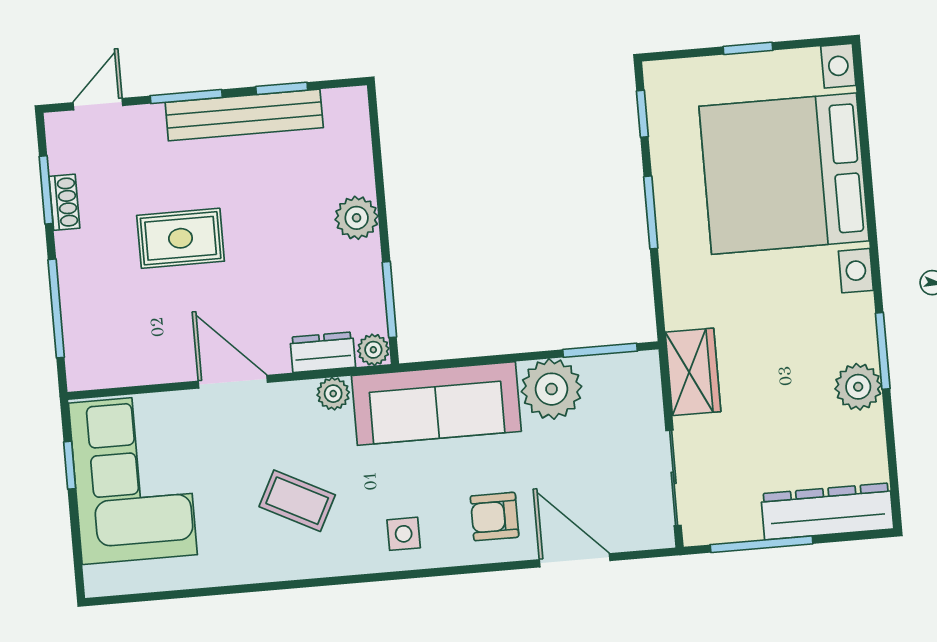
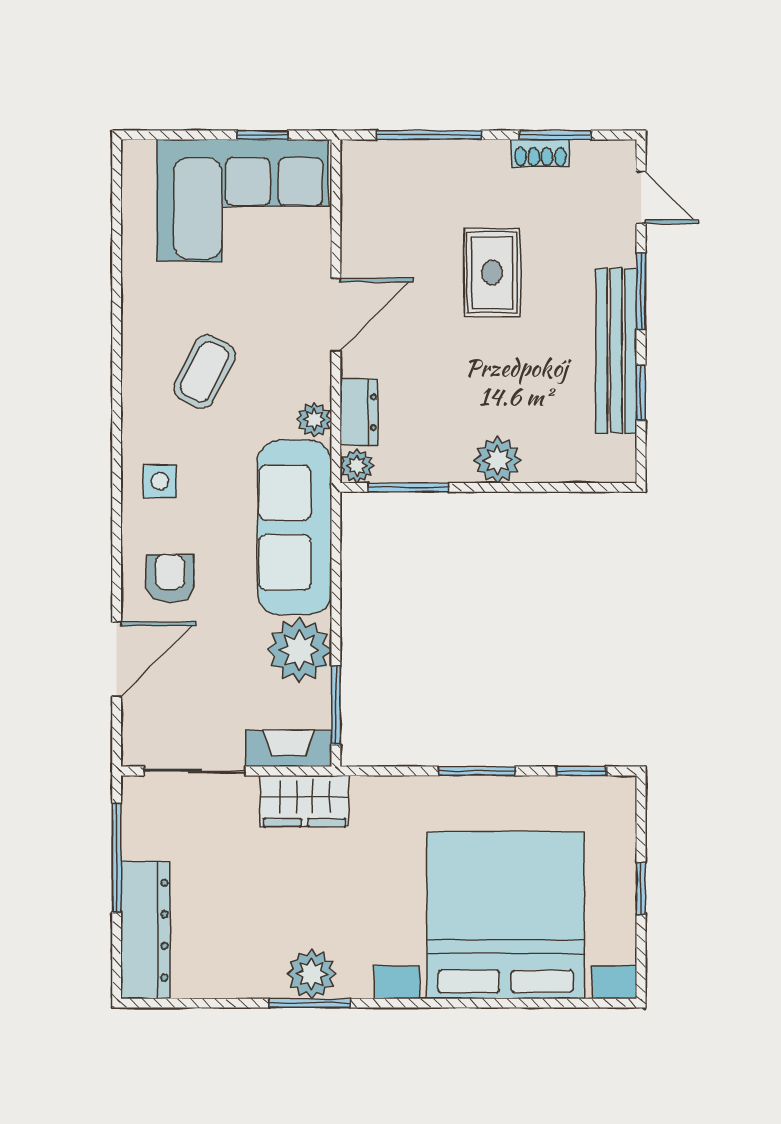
plant: (858, 387) -> (311, 974), moved
fireplace: (645, 391) -> (289, 748), added

